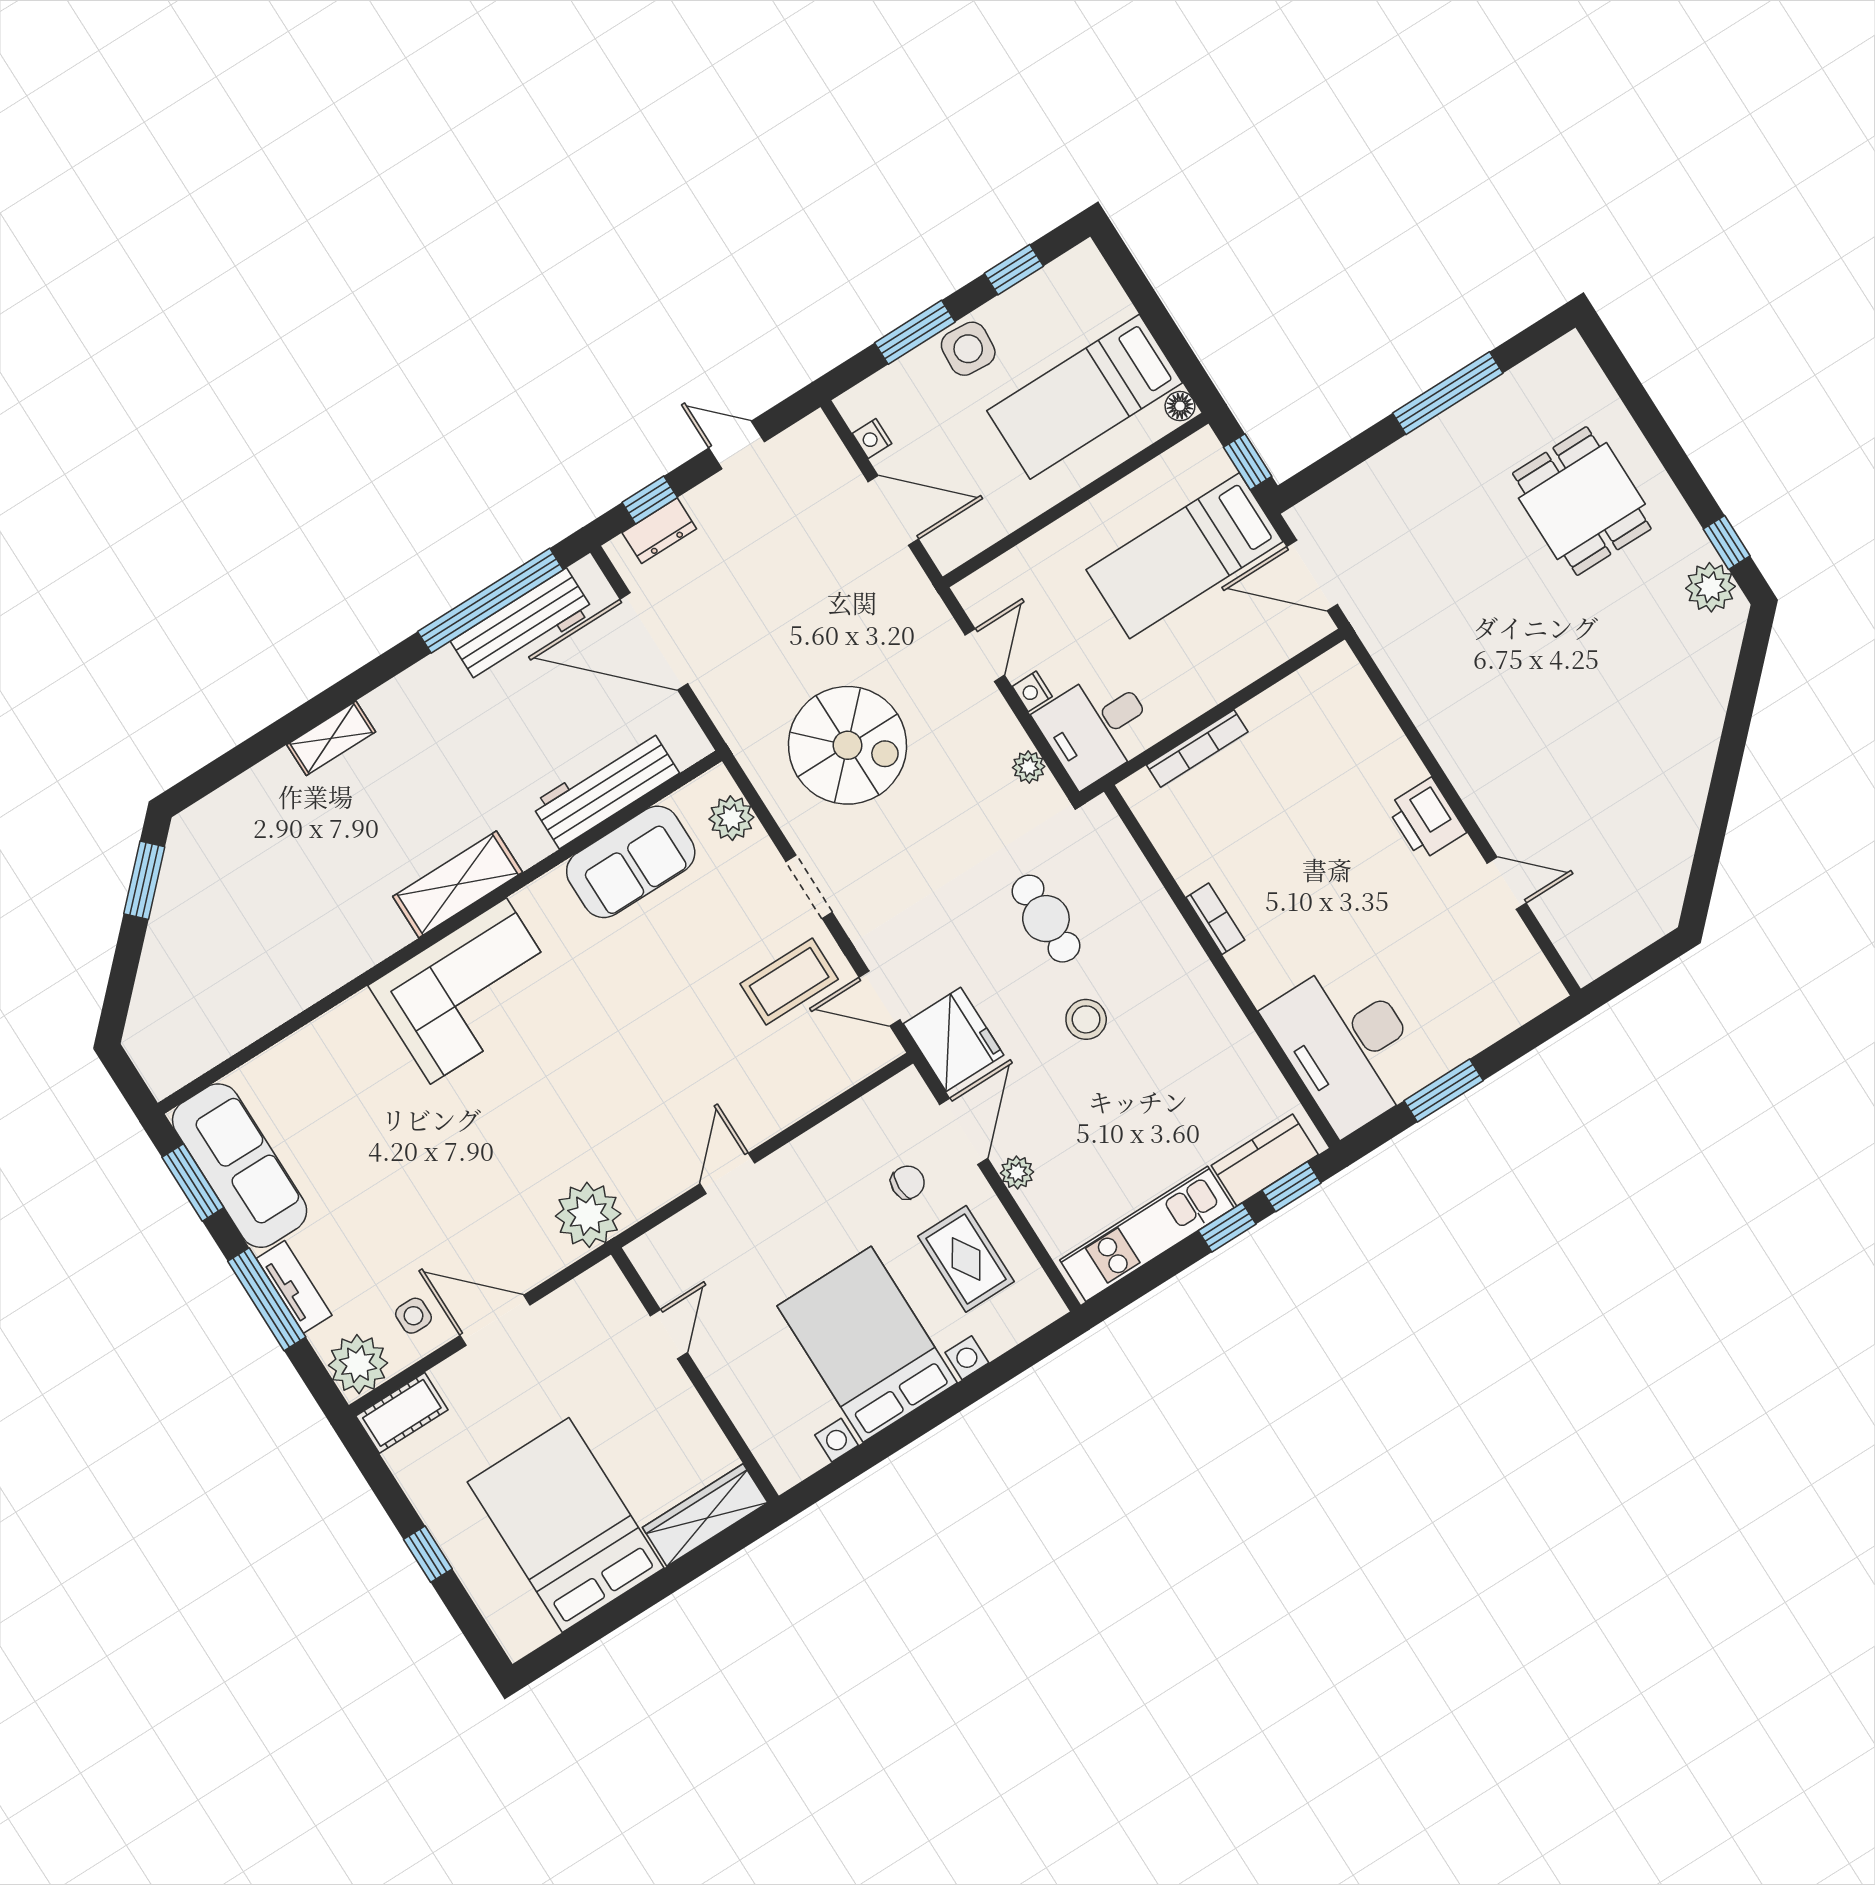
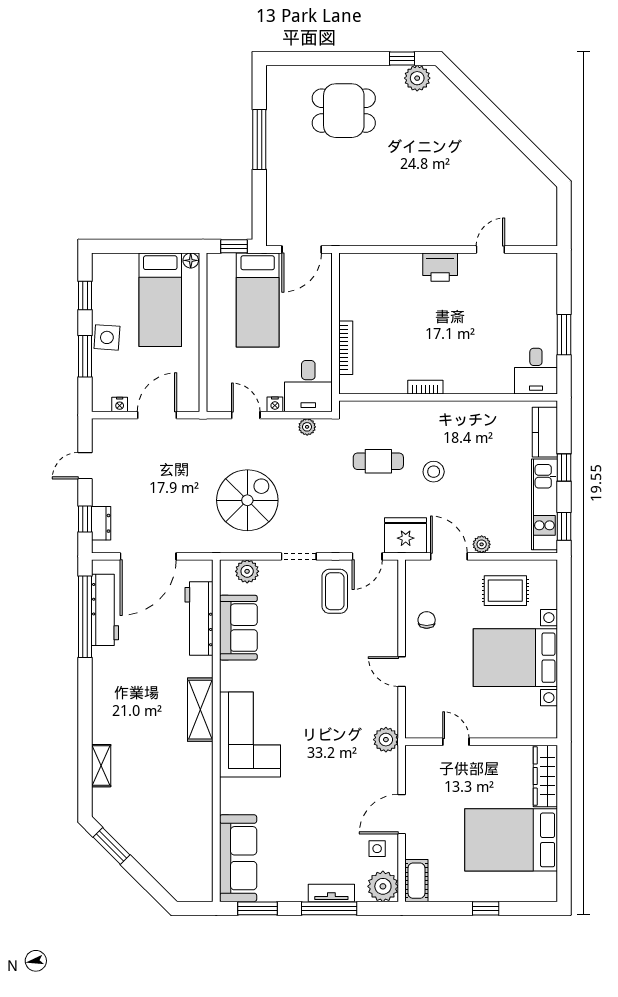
shelving: (331, 738) -> (101, 766), moved
desk: (1347, 1045) -> (536, 371), width x0.53, depth x0.77
sofa: (240, 1166) -> (238, 858), moved, turned 90
chair: (908, 1182) -> (427, 620), moved
window: (1292, 1187) -> (564, 526), moved
plant: (588, 1215) -> (386, 740), width x0.73, depth x0.73

